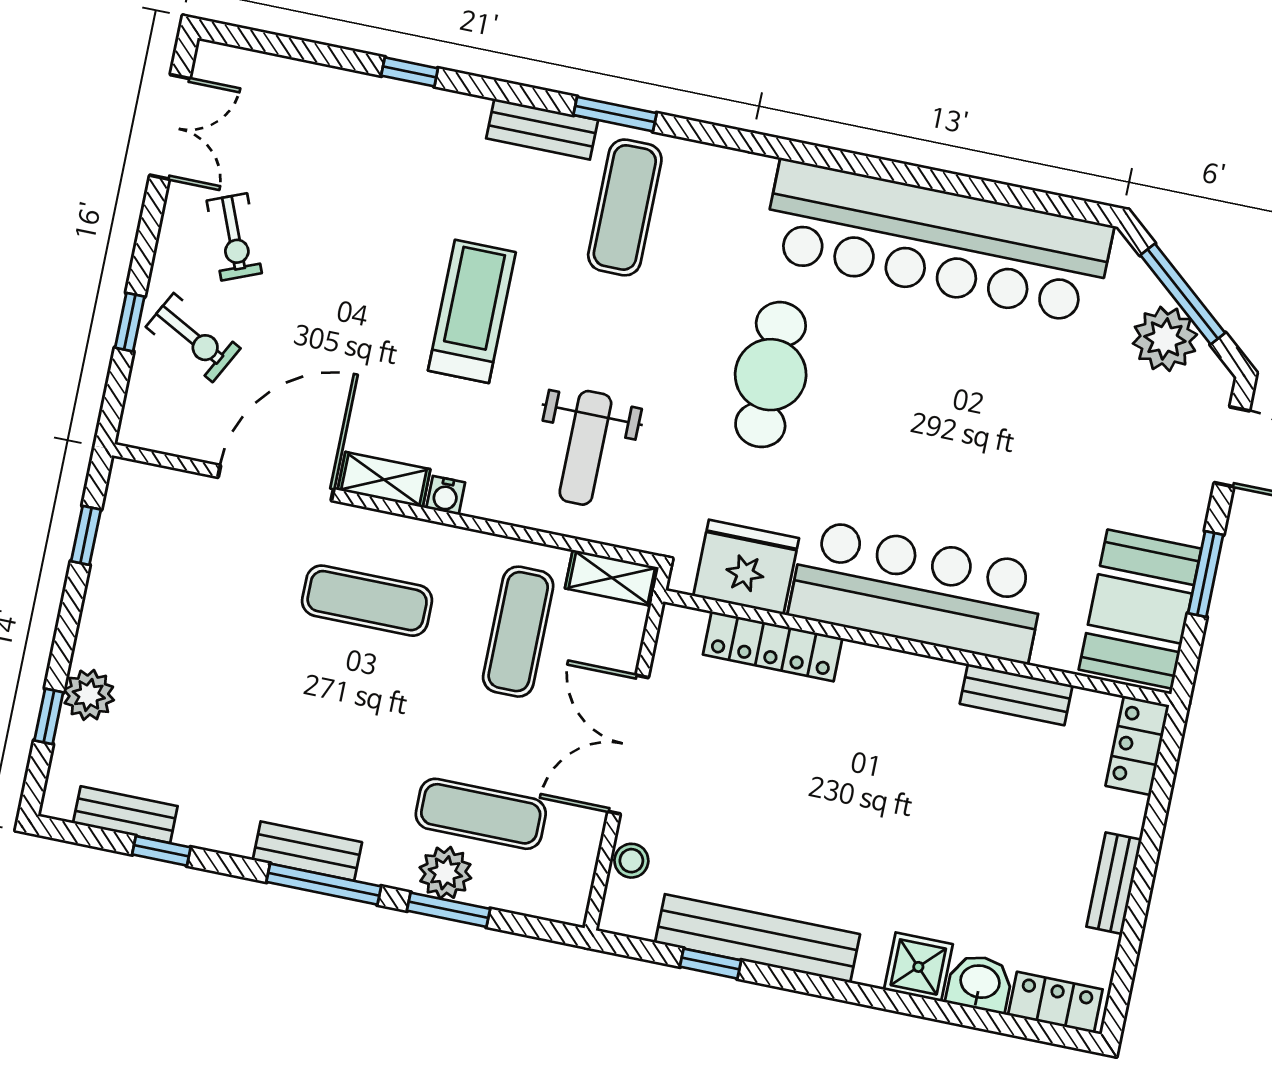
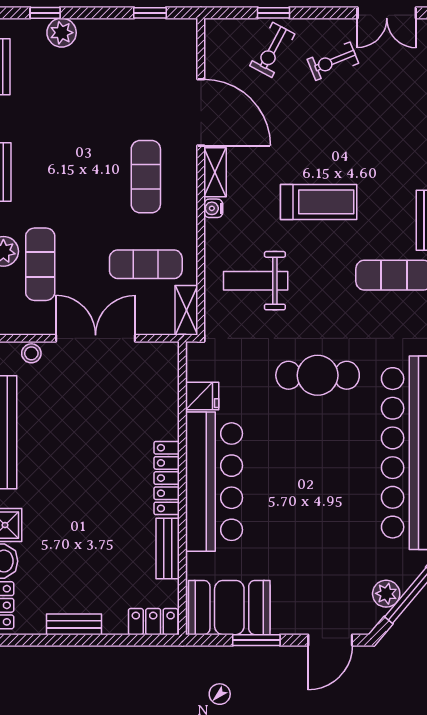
plant: (1165, 339) -> (386, 594), width x0.73, depth x0.73
fridge: (746, 567) -> (202, 396), width x0.53, depth x0.75
locker: (773, 646) -> (167, 478), moved

